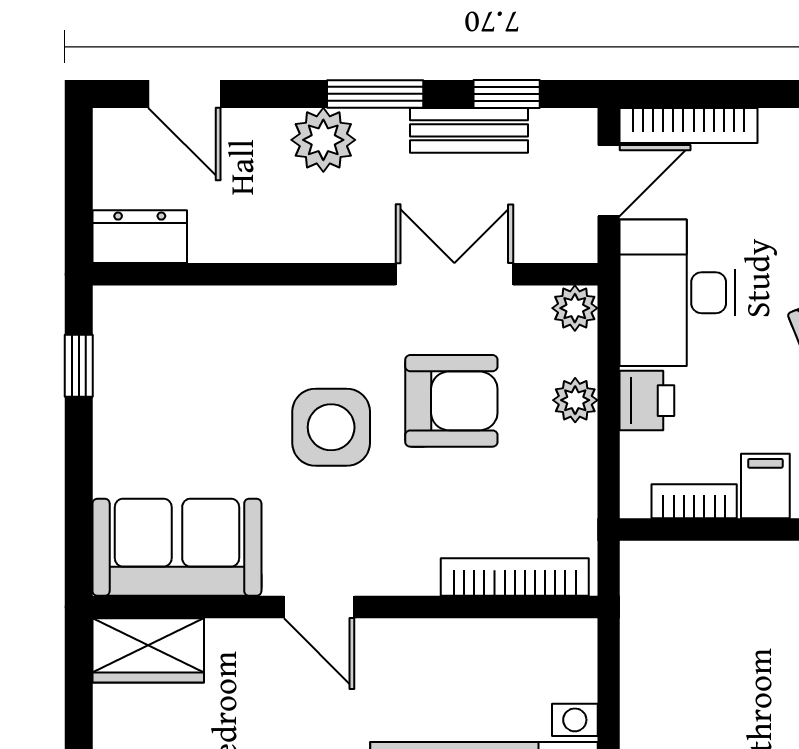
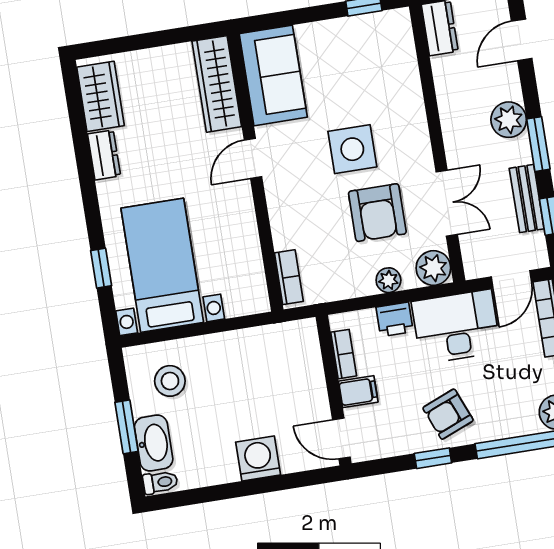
door: (609, 181) -> (511, 279), hinge flipped
plant: (575, 308) -> (433, 268), width x1.38, depth x1.38
bookcase: (515, 577) -> (289, 277), width x0.64
wardrobe: (148, 650) -> (217, 84), width x1.50

